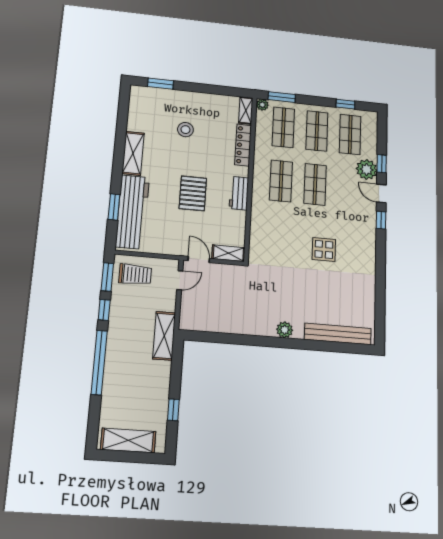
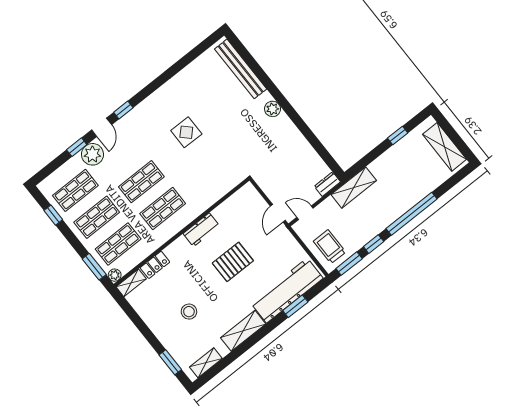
locker: (243, 145) -> (155, 265), width x0.66
shelving: (228, 253) -> (206, 363), moved, turned 90
dresser: (186, 318) -> (327, 184), added

